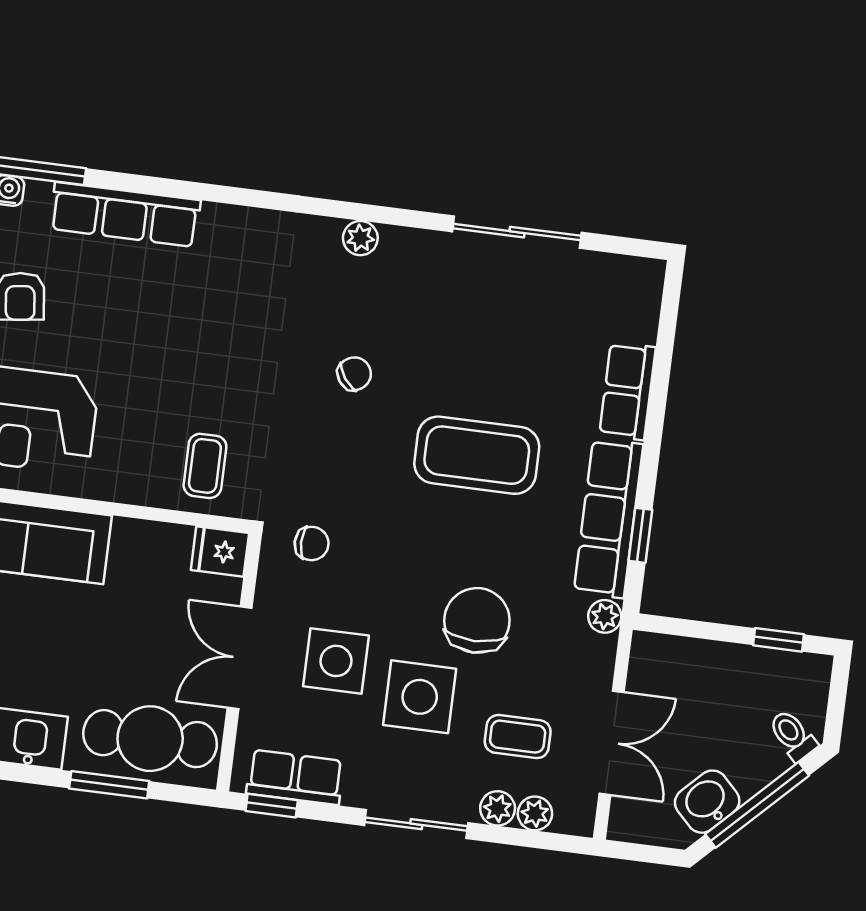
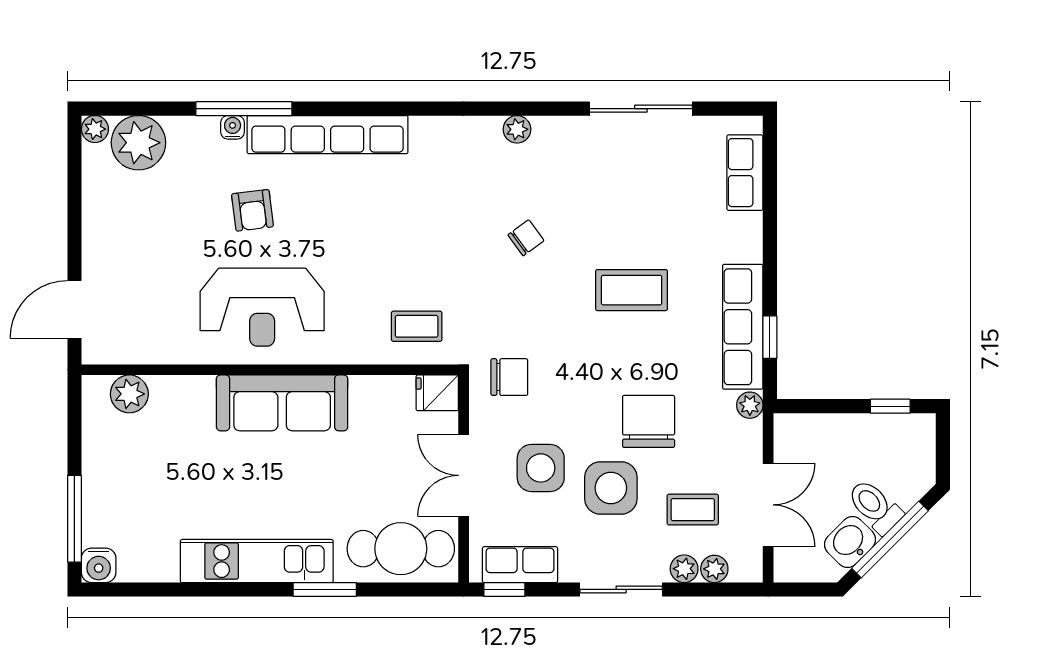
row of seats: (125, 214) -> (327, 135), width x1.36
row of seats: (627, 391) -> (745, 173), moved
coffee table: (477, 455) -> (632, 290), width x0.73, depth x0.76
coffee table: (205, 466) -> (417, 326), turned 90
chair: (312, 543) -> (509, 377), width x1.37, depth x1.37
toilet: (793, 735) -> (875, 506), moved, width x1.37, depth x1.39
window: (109, 785) -> (325, 589), moved

